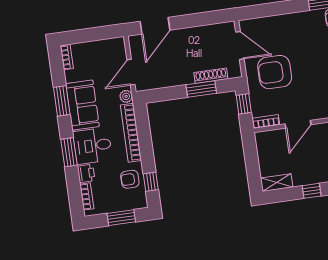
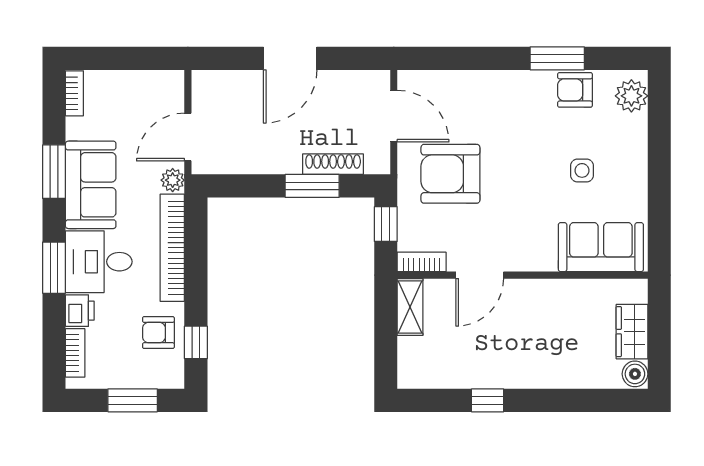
door: (155, 26) -> (290, 58), moved
shelving: (277, 183) -> (410, 307), moved, turned 90

